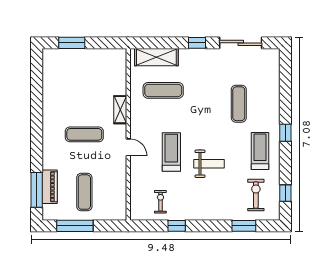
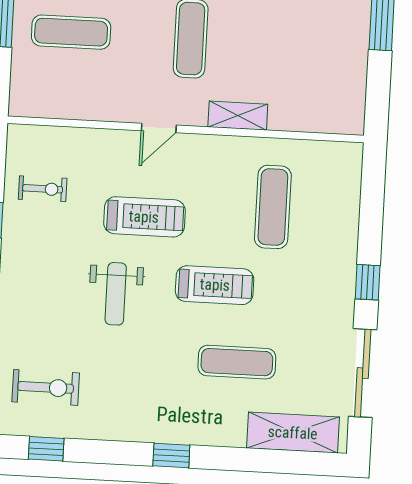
shelving: (156, 57) -> (293, 433), moved, turned 90
treadmill: (260, 151) -> (215, 285), moved

